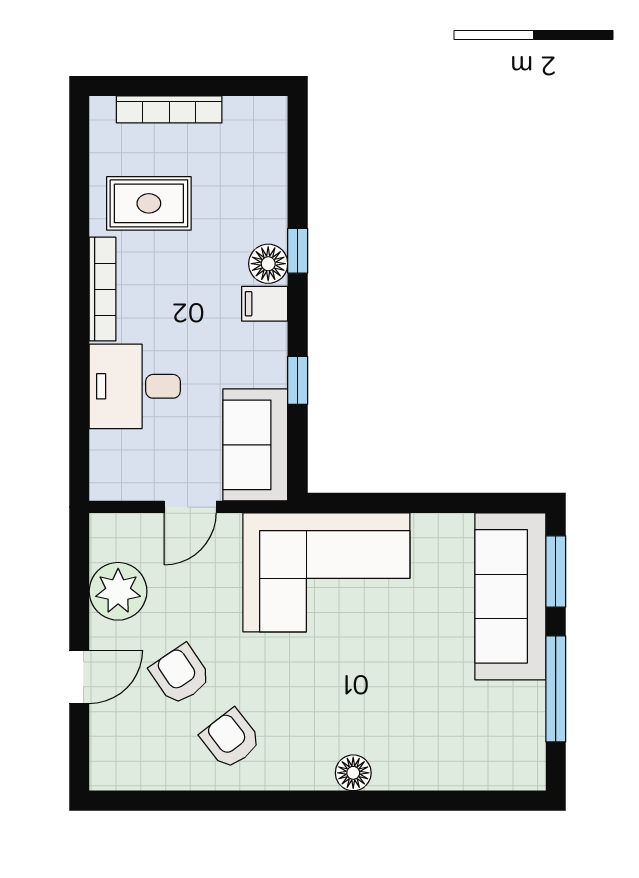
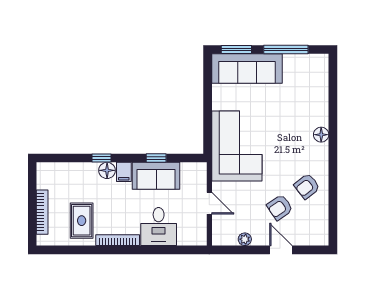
sofa: (255, 445) -> (156, 176), moved
plant: (118, 591) -> (245, 239), width x0.53, depth x0.53

